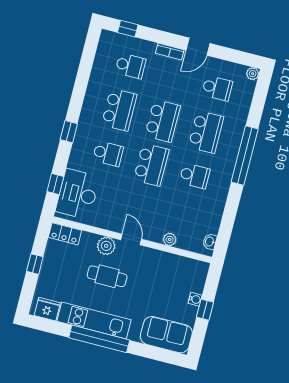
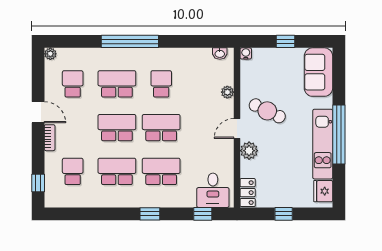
school desk: (108, 154) -> (161, 171), width x1.85
desk: (78, 194) -> (213, 190), width x0.73
cafe table: (107, 276) -> (267, 111), moved, turned -64
water cooler: (195, 299) -> (246, 53), moved

